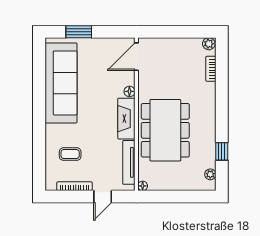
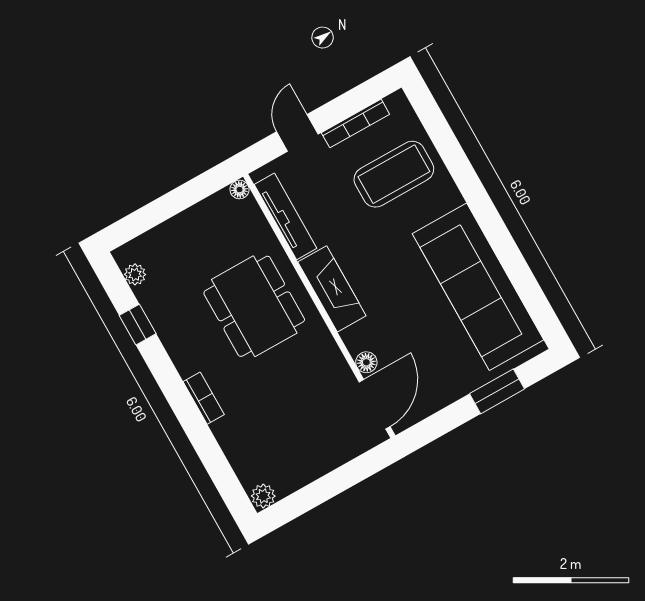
bookcase: (211, 69) -> (204, 398), moved
floor lamp: (129, 91) -> (366, 362), moved
dining table: (165, 130) -> (254, 306), width x0.73, depth x0.80
coffee table: (70, 154) -> (394, 174), width x1.86, depth x1.72

